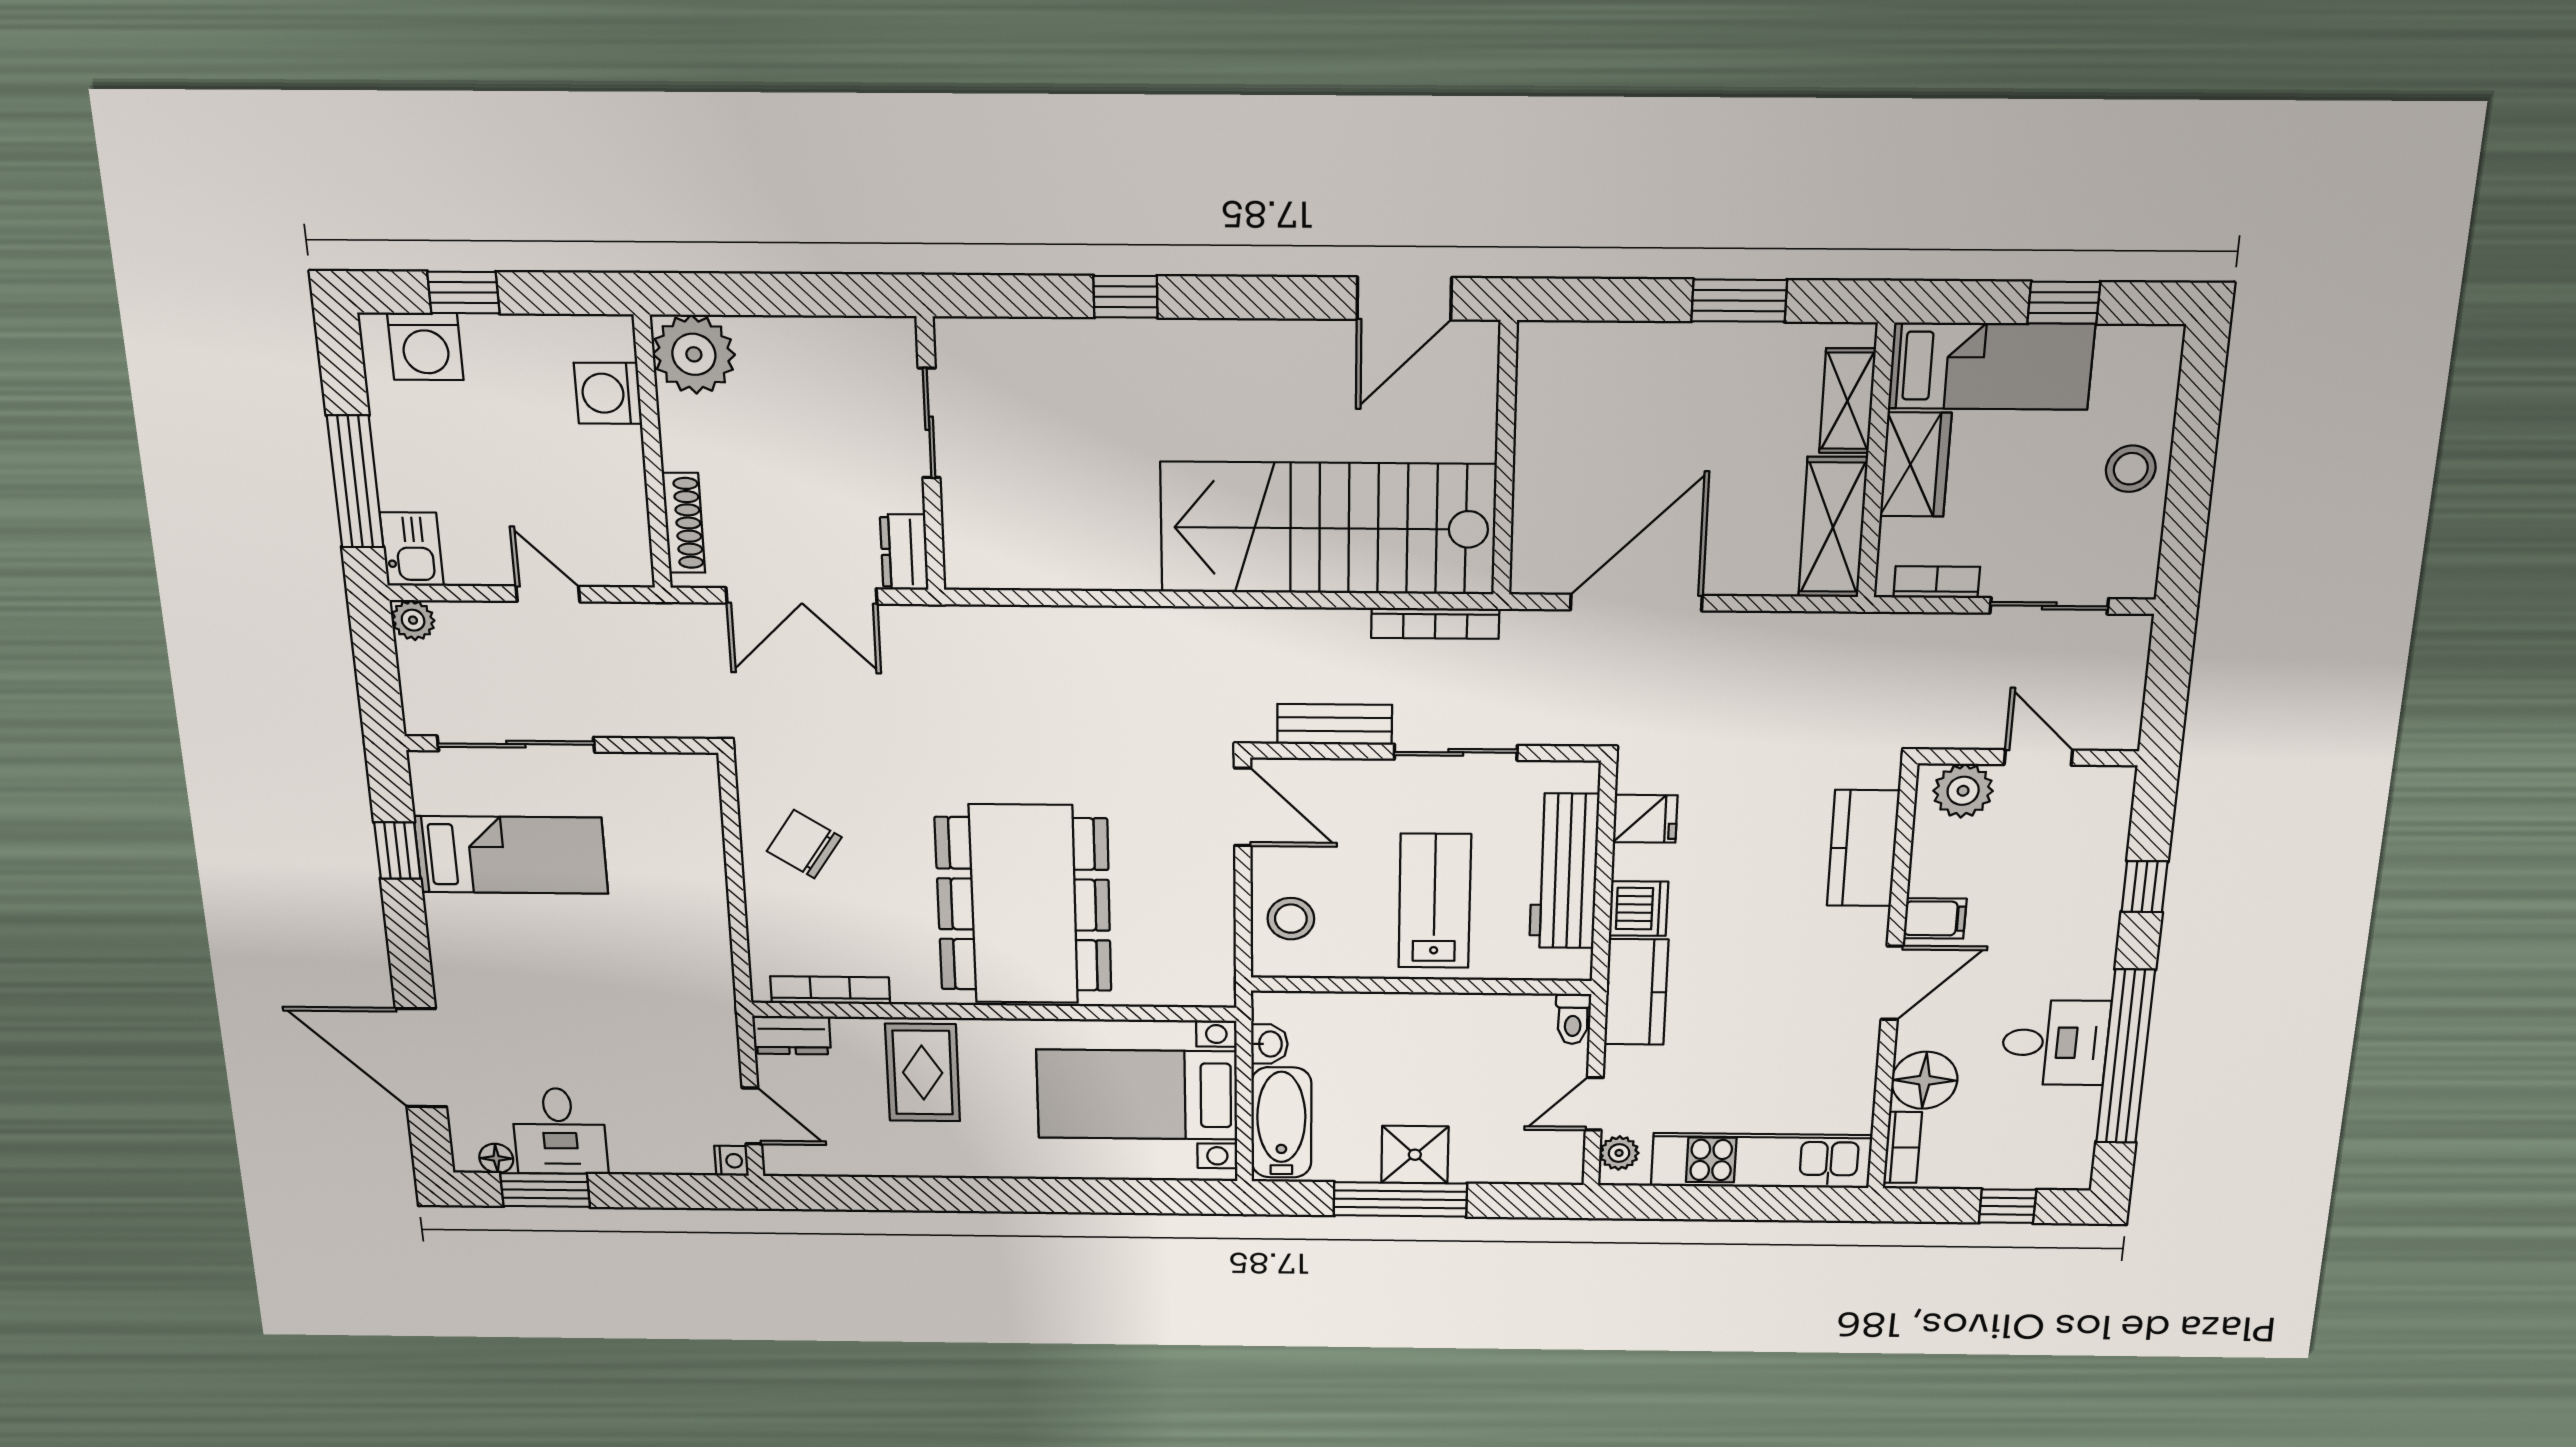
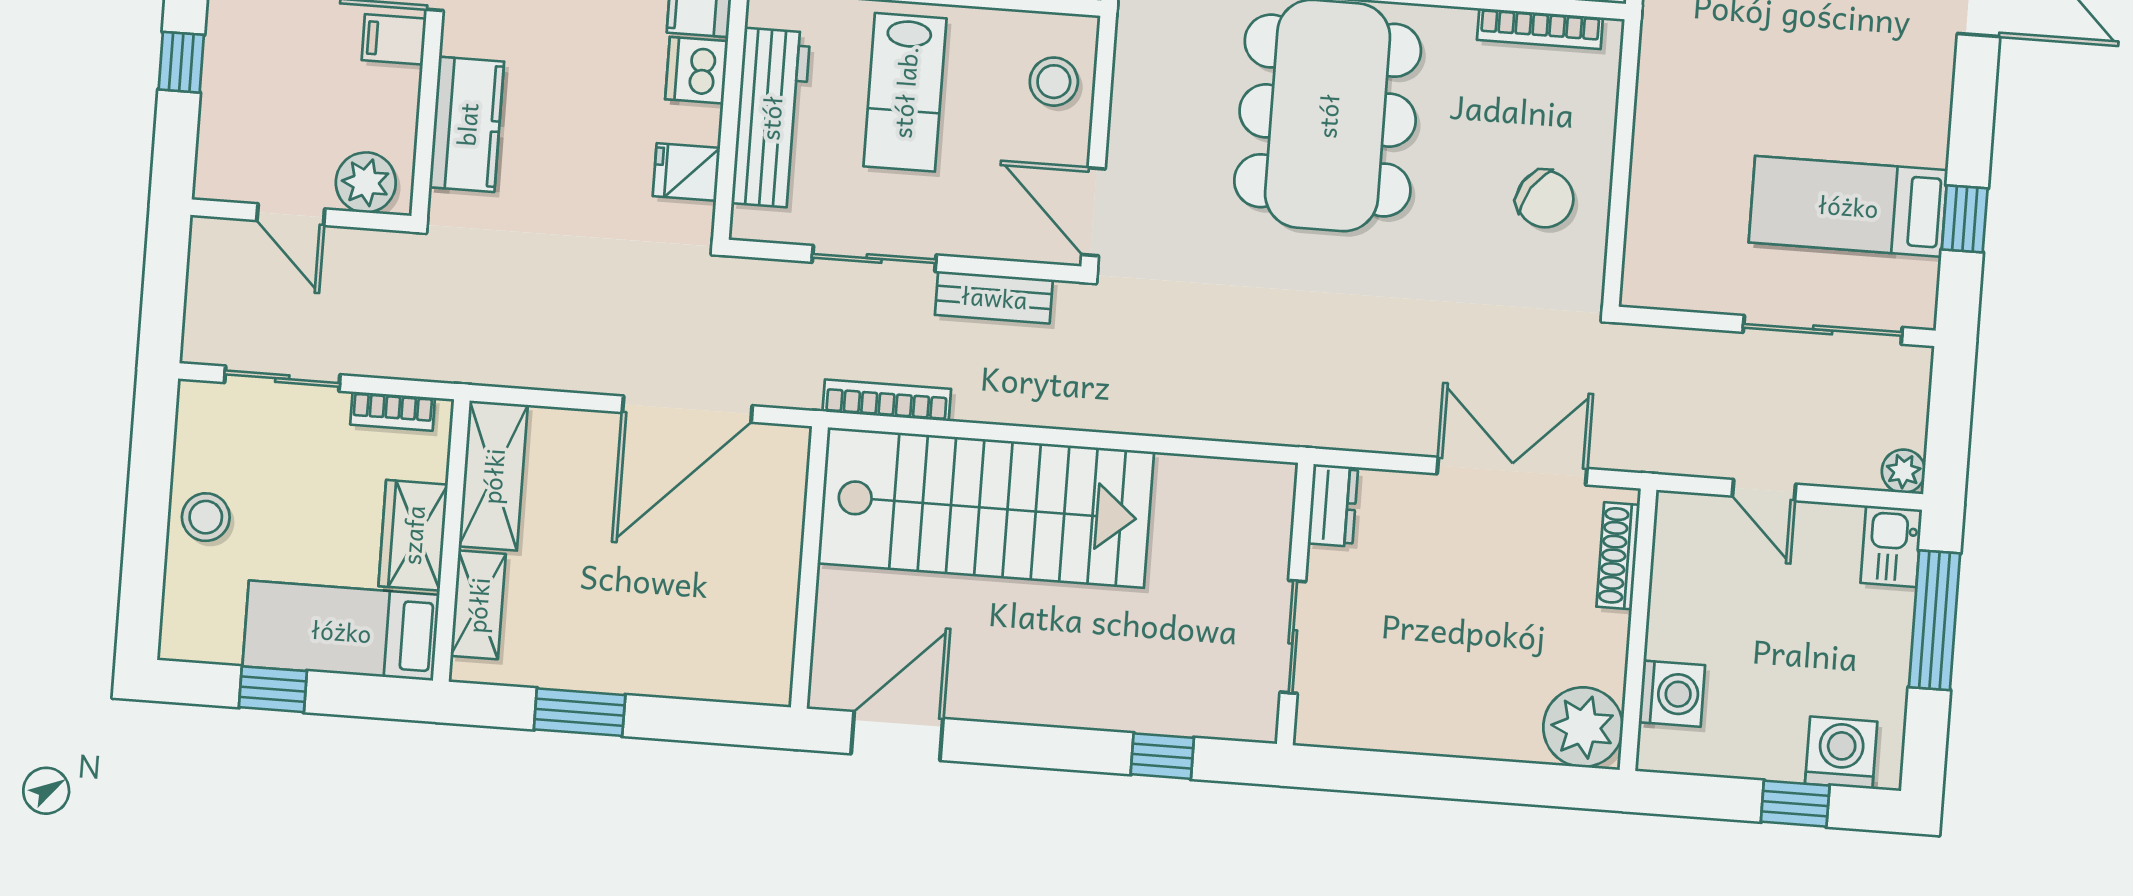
sliding door: (929, 423) -> (1293, 637), moved
wall: (930, 455) -> (1295, 604), moved
dresser: (904, 552) -> (1333, 505), moved

